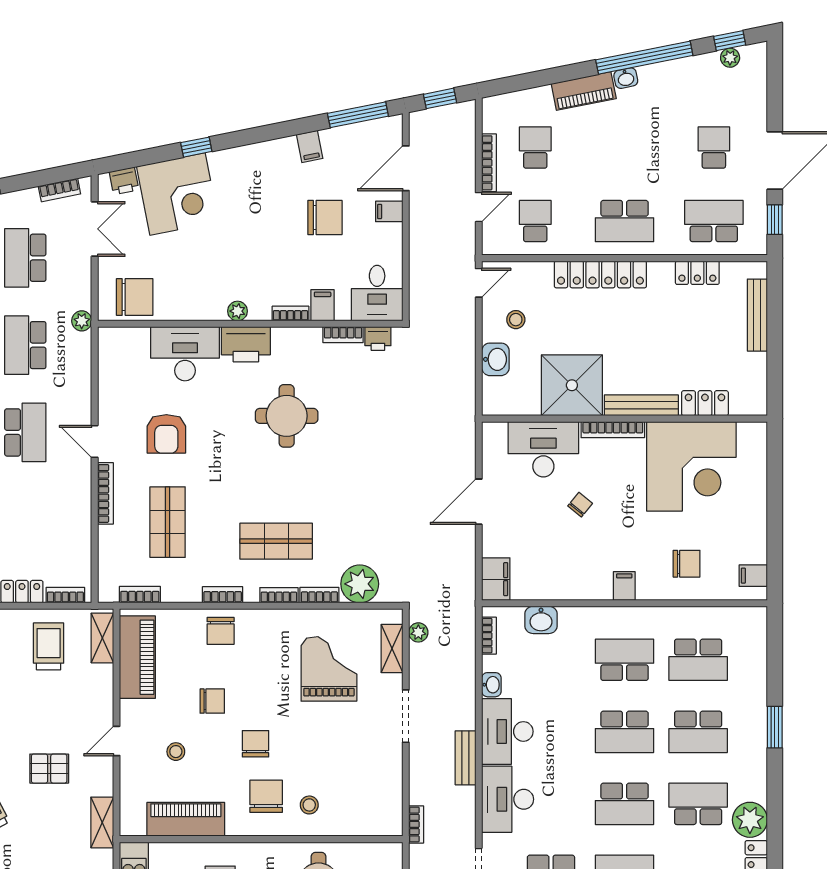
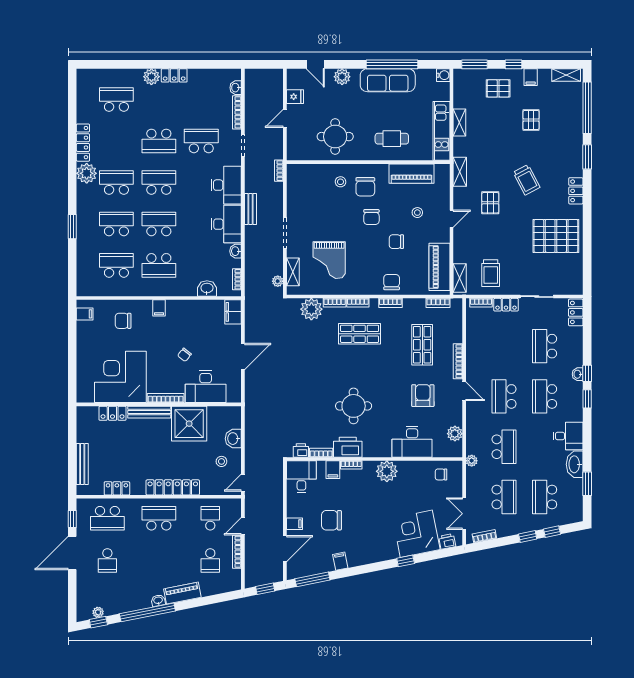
school desk: (535, 221) -> (210, 518), turned 180
chair: (135, 297) -> (441, 474), width x0.54, depth x0.54
plant: (238, 311) -> (387, 471), width x1.87, depth x1.87
printer: (246, 344) -> (348, 447), moved
plant: (111, 368) -> (455, 434), added
pallet: (49, 769) -> (490, 203), turned 90
school desk: (698, 804) -> (116, 182), turned 180

